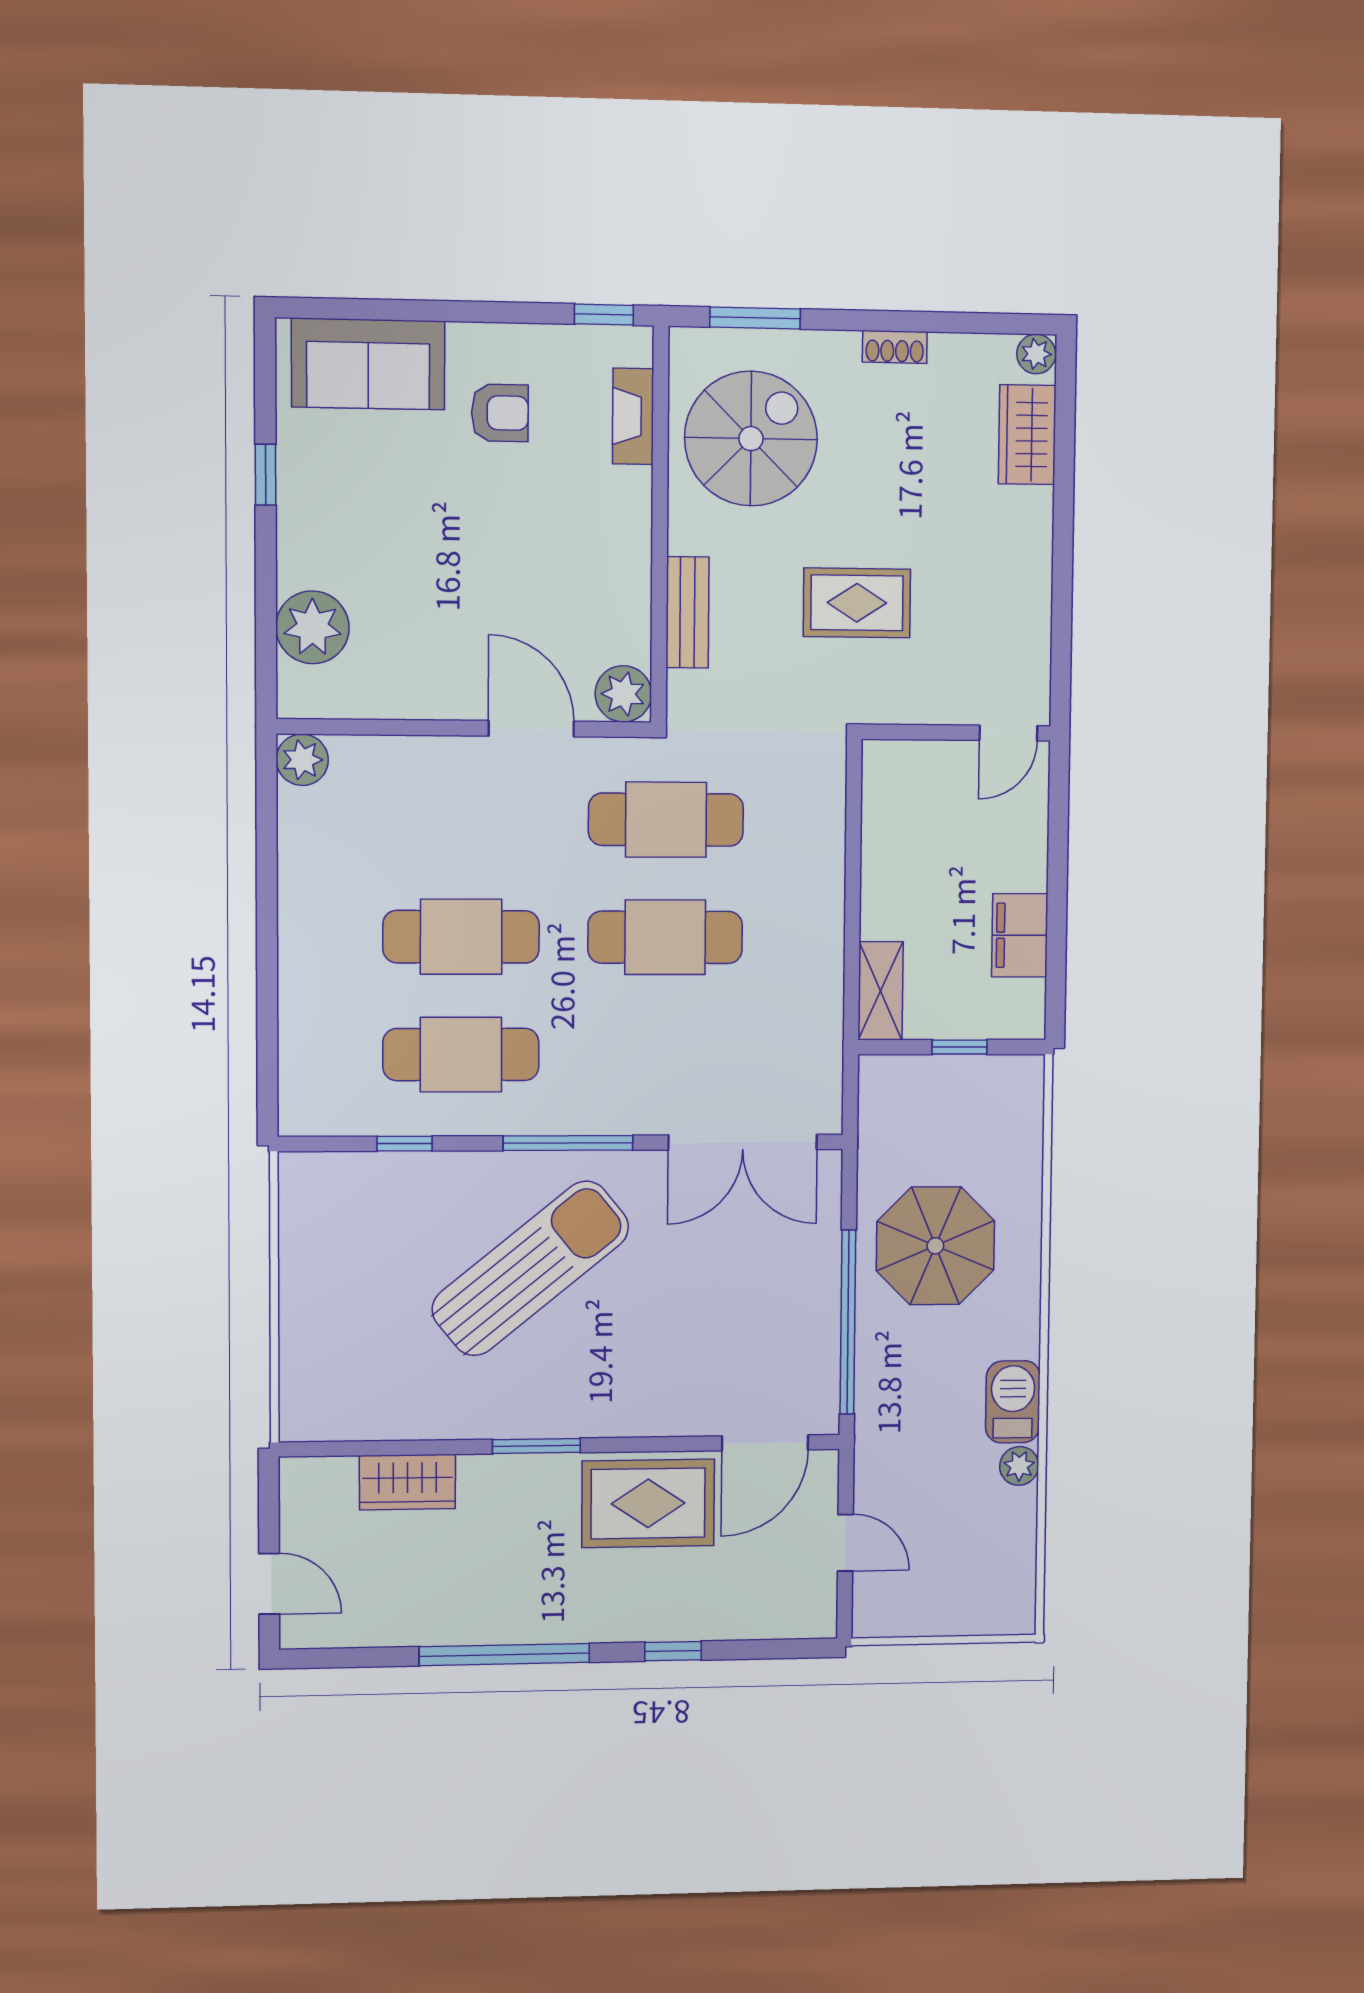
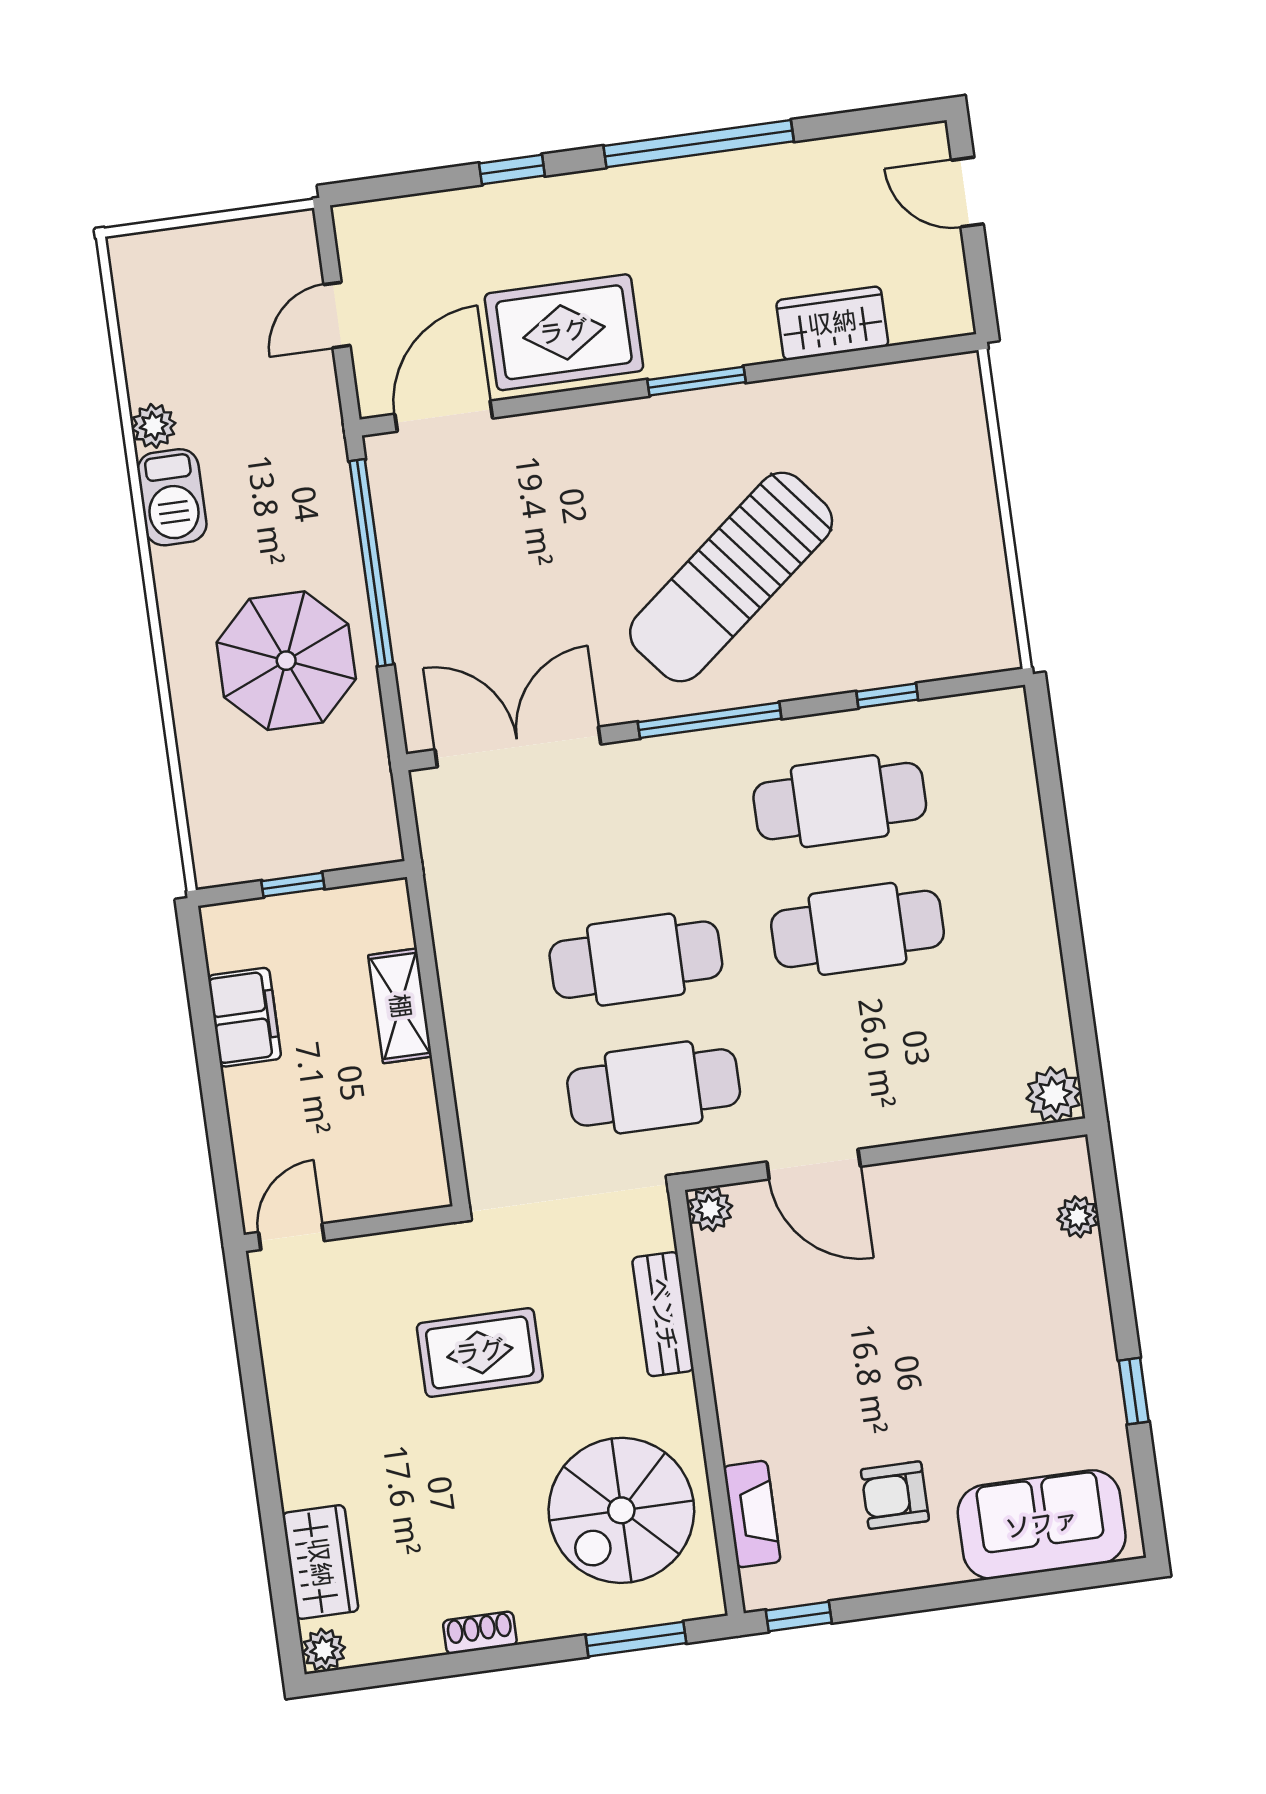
plant: (312, 627) -> (1078, 1217), width x0.53, depth x0.53
plant: (623, 694) -> (710, 1209), width x0.73, depth x0.73
shelving: (881, 991) -> (400, 1006), moved
door: (845, 1543) -> (337, 315), hinge flipped

